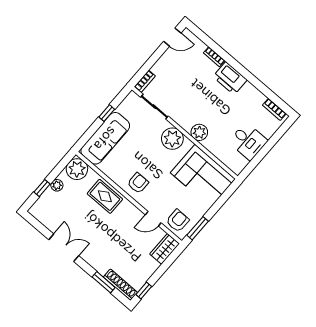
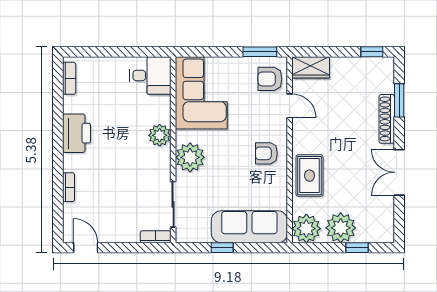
printer: (230, 78) -> (77, 133), moved
desk: (248, 141) -> (150, 75), moved, turned 90
plant: (57, 185) -> (341, 228), width x1.88, depth x1.88
shoe rack: (120, 285) -> (387, 119), moved

